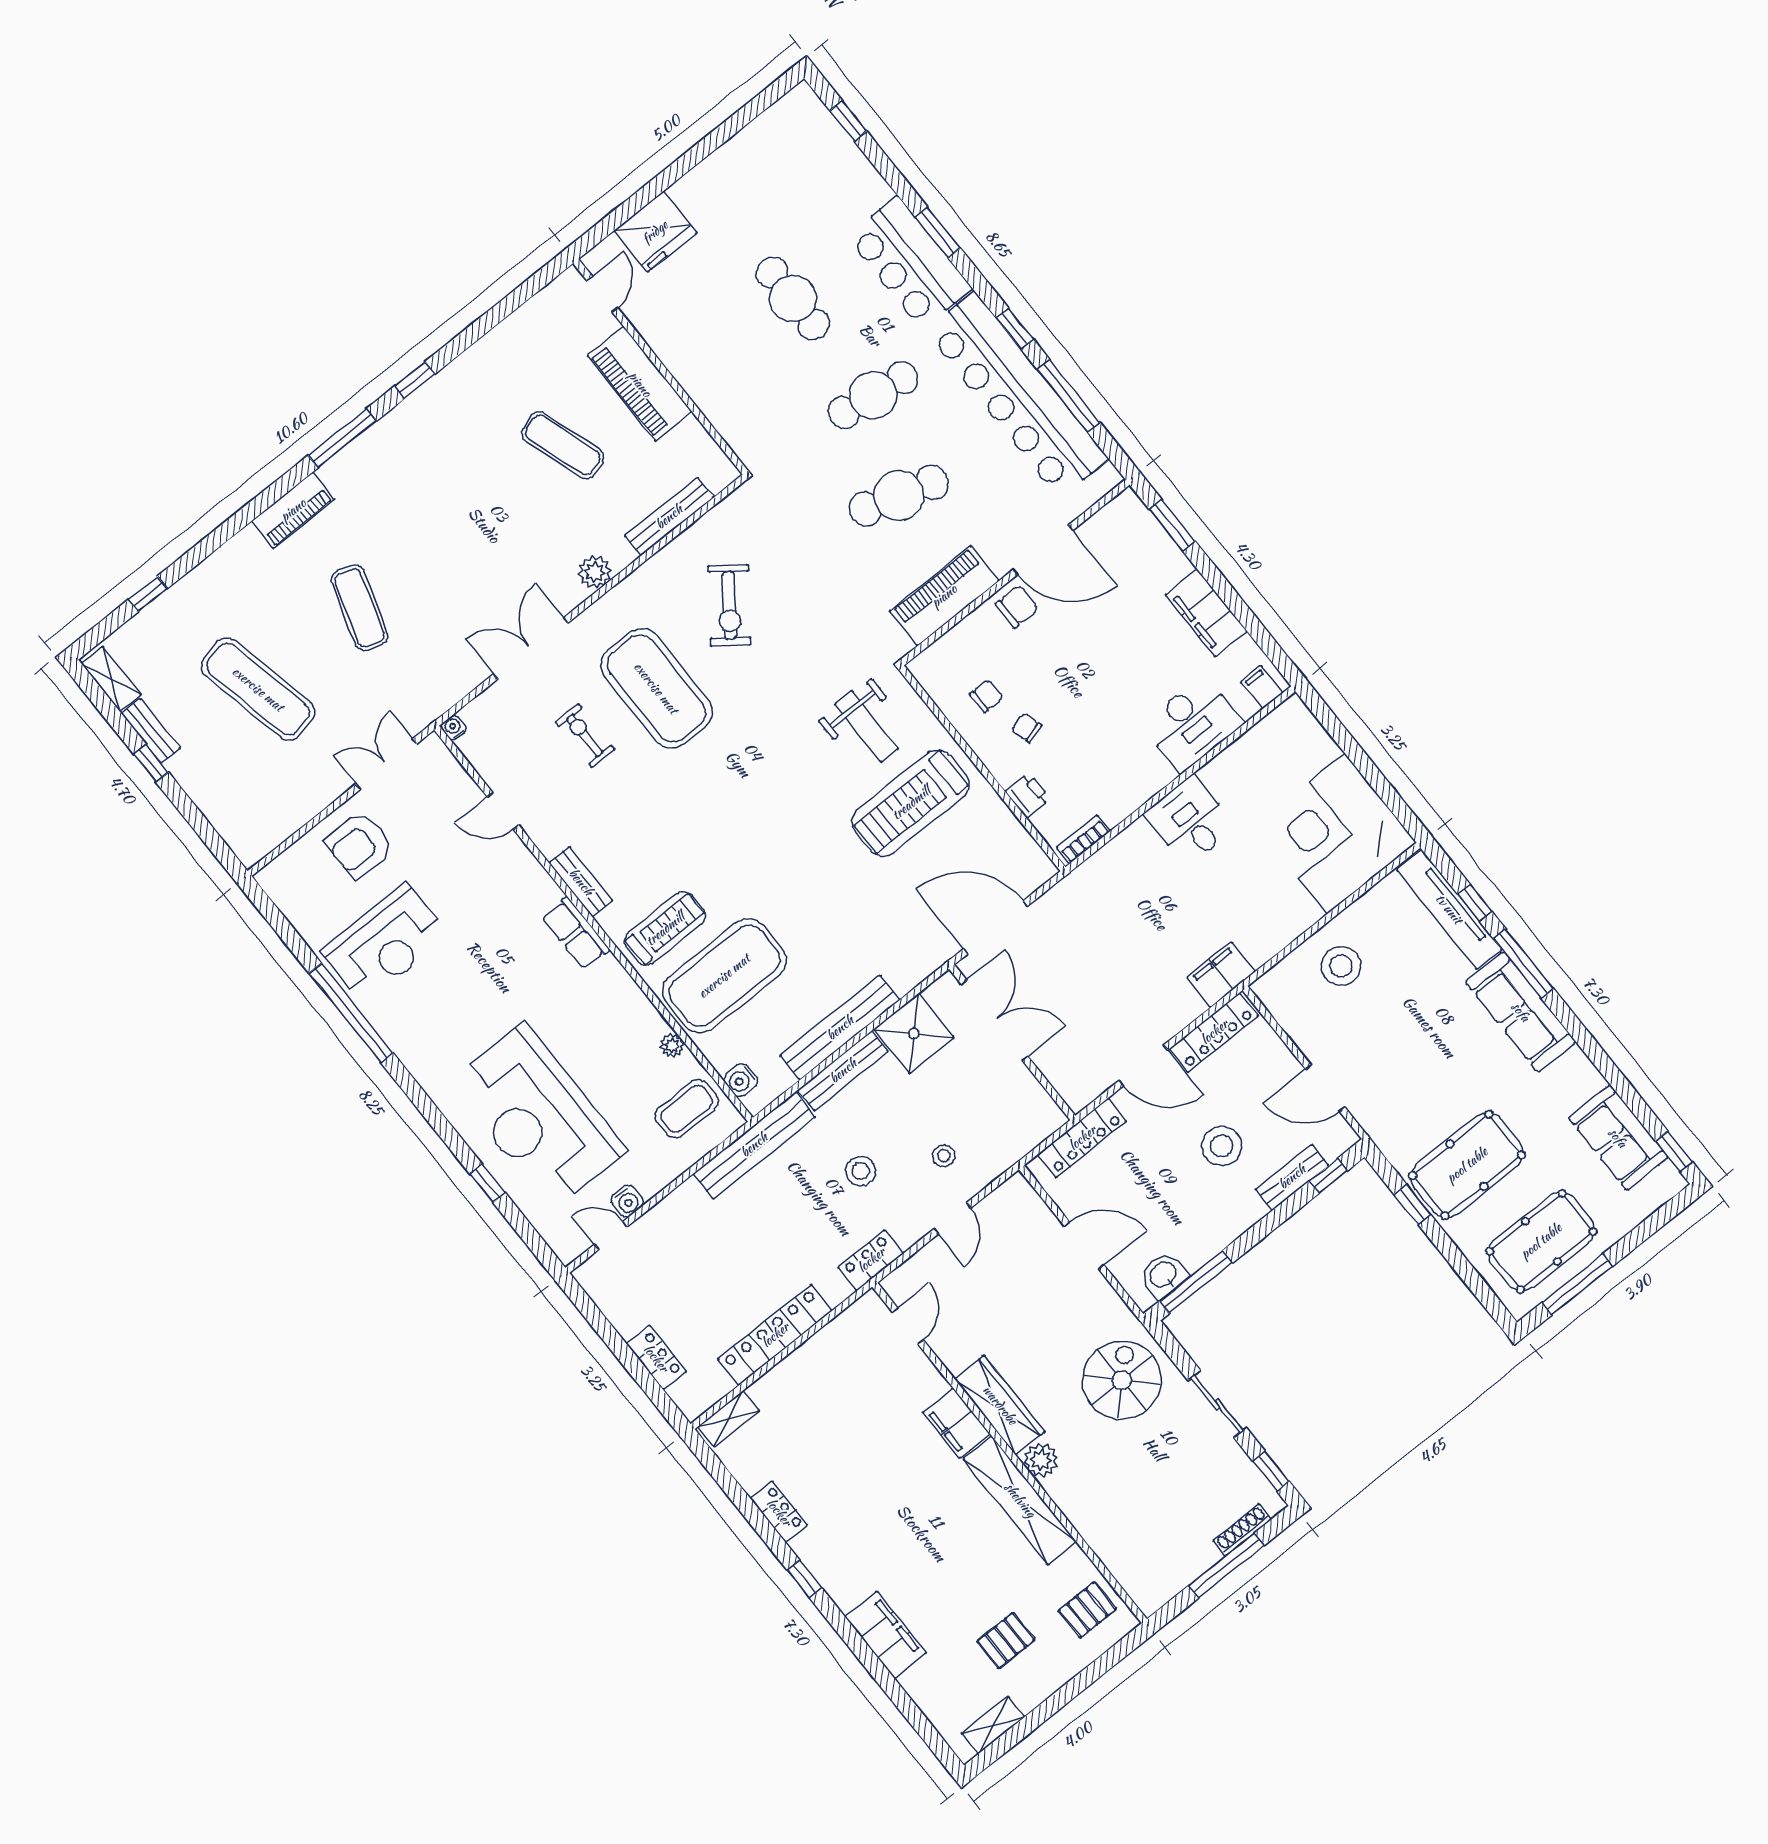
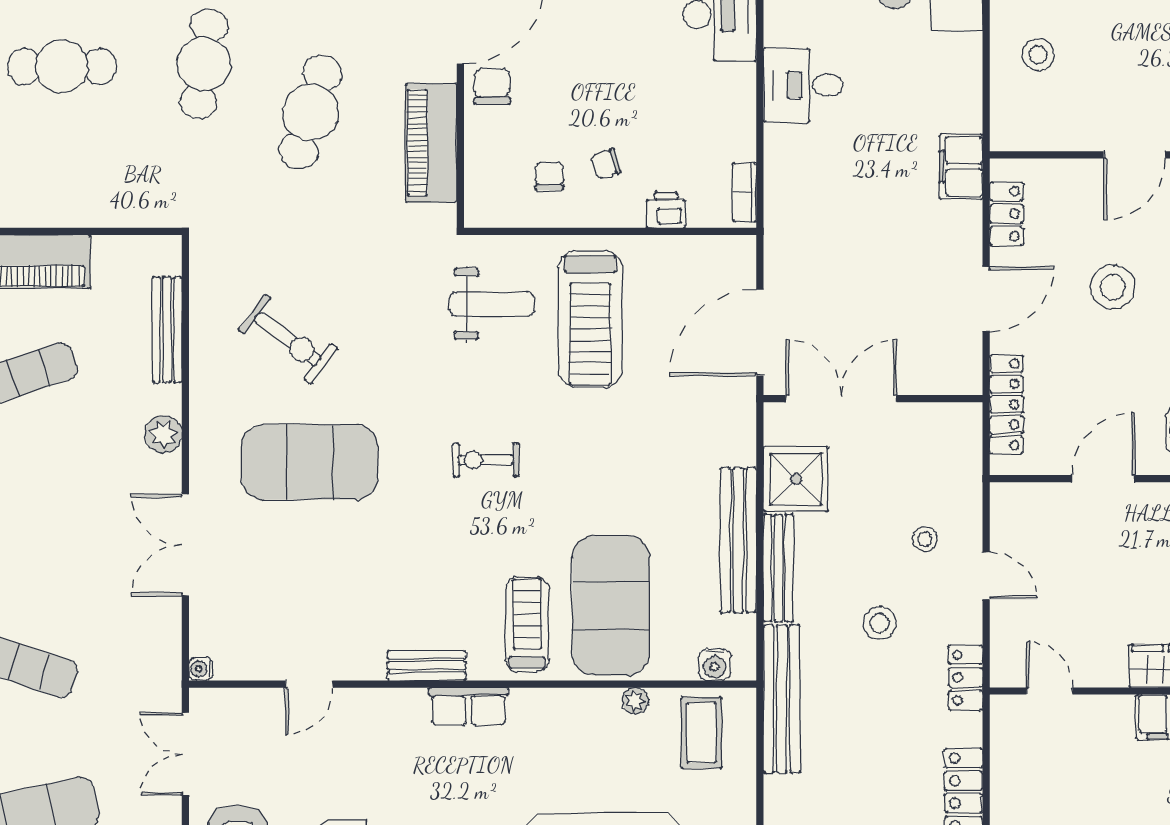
exercise bike: (585, 736) -> (486, 460), moved
stool: (1341, 966) -> (1038, 55), width x0.73, depth x0.73
locker: (1214, 1032) -> (1007, 214), width x0.66

